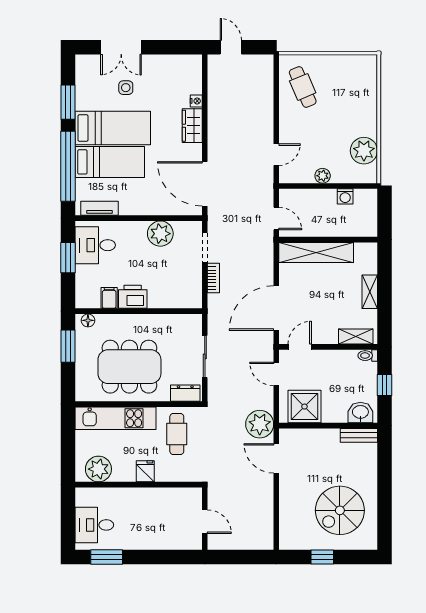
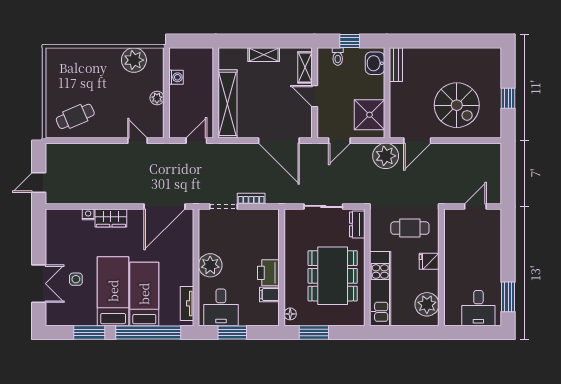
plant: (160, 234) -> (210, 265), moved
door: (300, 347) -> (315, 96), moved
toilet: (368, 356) -> (338, 57), moved
cafe table: (177, 434) -> (410, 228), moved
spiral stairs: (340, 510) -> (457, 105), moved

